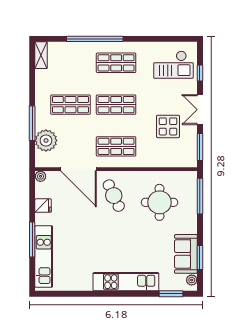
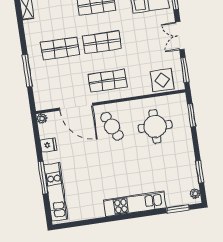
display table: (168, 126) -> (162, 80), moved
plant: (46, 141) -> (42, 85), removed
window: (200, 196) -> (191, 115), width x0.69
sofa: (186, 254) -> (186, 170), removed

